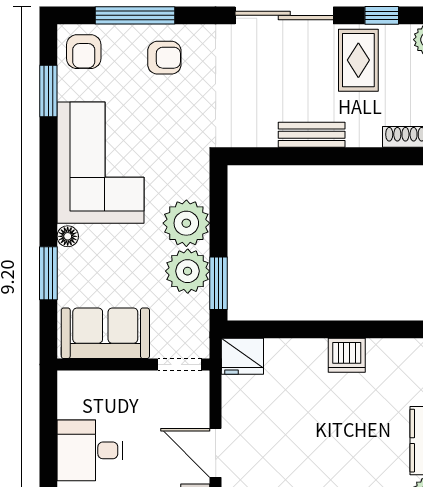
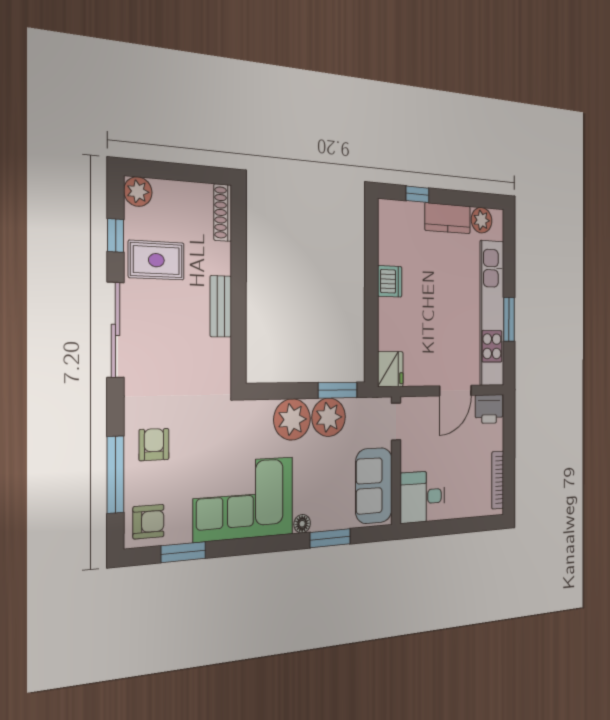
desk: (90, 450) -> (423, 497), moved, turned 90

